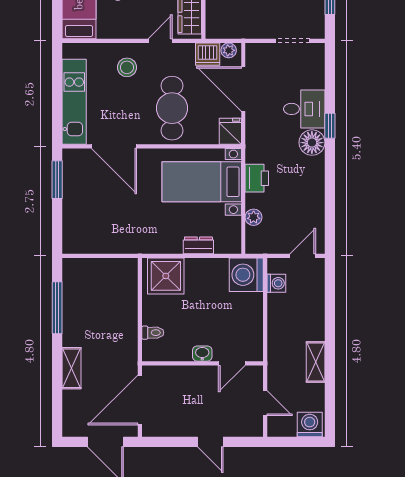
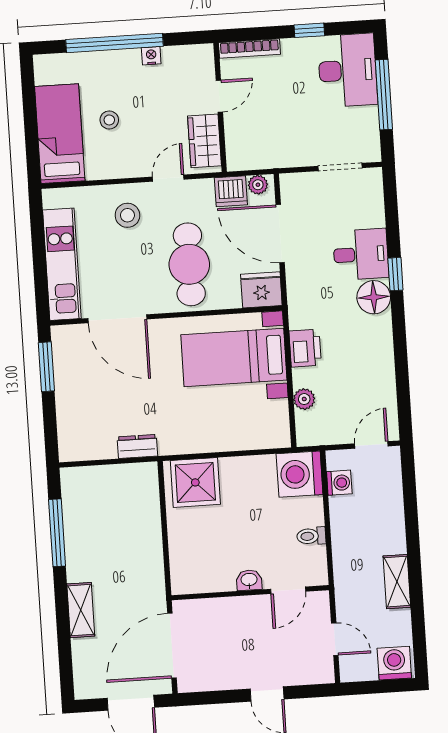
fridge: (230, 131) -> (261, 290), width x1.38
dresser: (198, 245) -> (137, 446), moved
toilet: (153, 333) -> (311, 536), moved, turned 180

